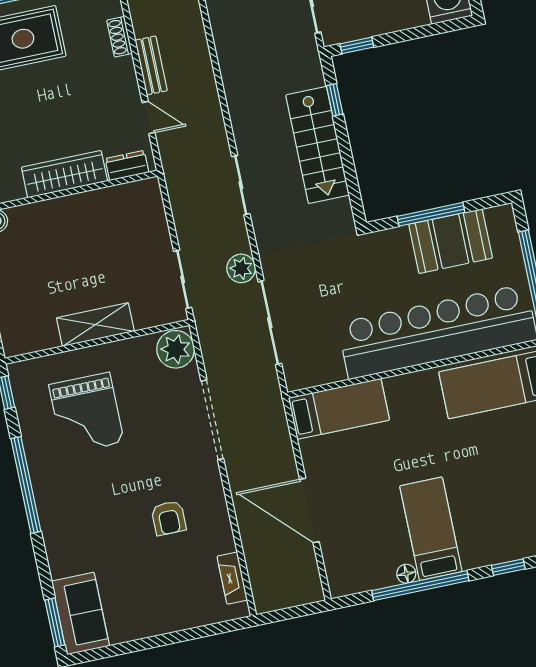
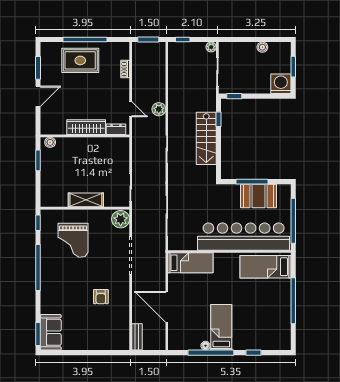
bench: (151, 65) -> (137, 337), moved
plant: (241, 268) -> (159, 109), moved
fireplace: (232, 578) -> (124, 331), removed

